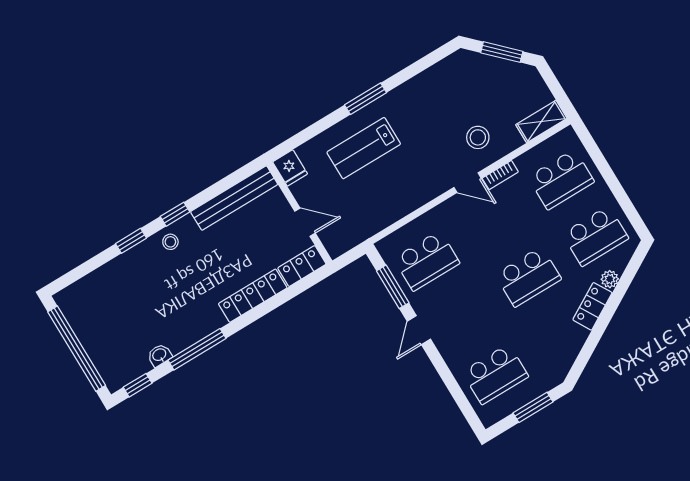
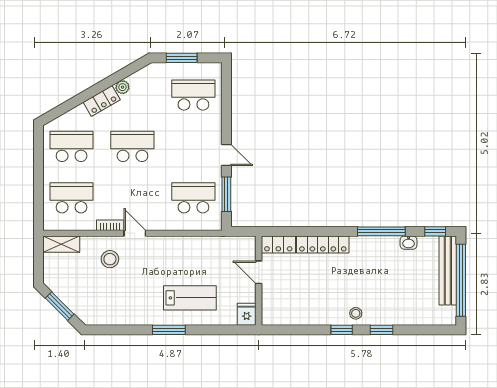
bench: (234, 198) -> (448, 270), moved, turned 90
plant: (610, 279) -> (122, 87), moved
door: (419, 330) -> (226, 155), hinge flipped

